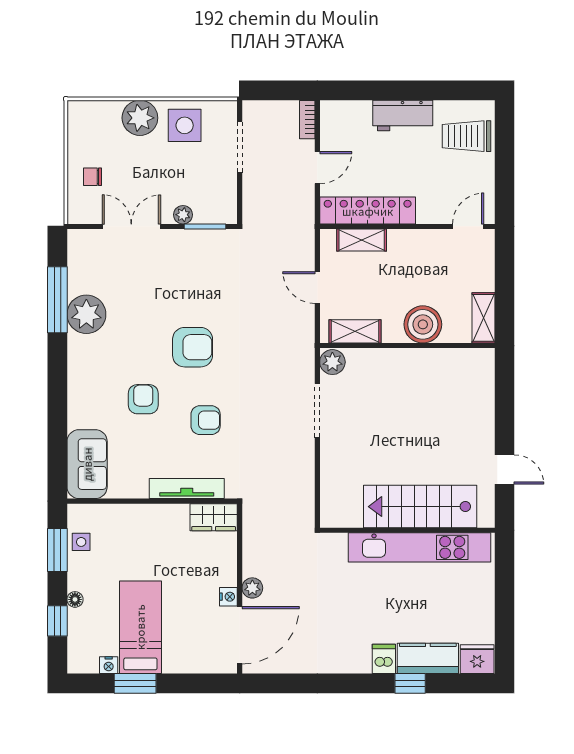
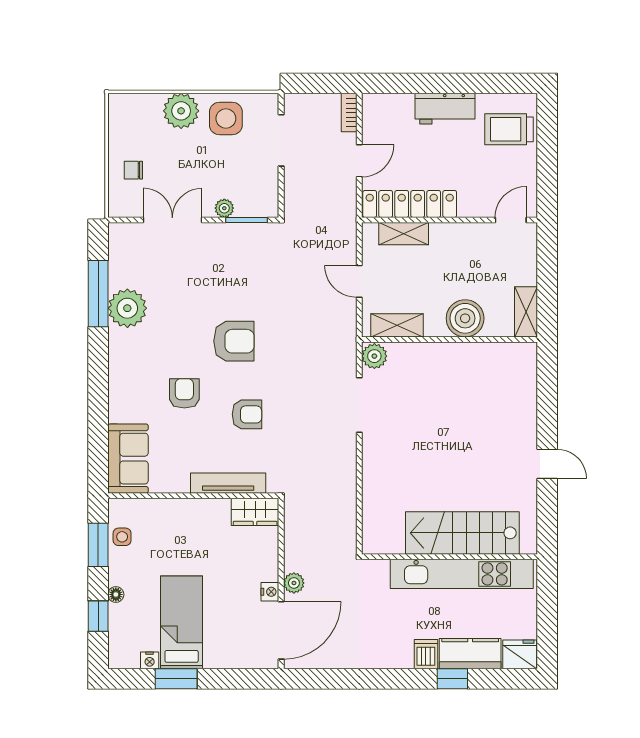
stairs: (420, 507) -> (462, 533), moved
wall: (407, 530) -> (450, 557), moved
kitchen unit: (419, 547) -> (462, 574), moved

